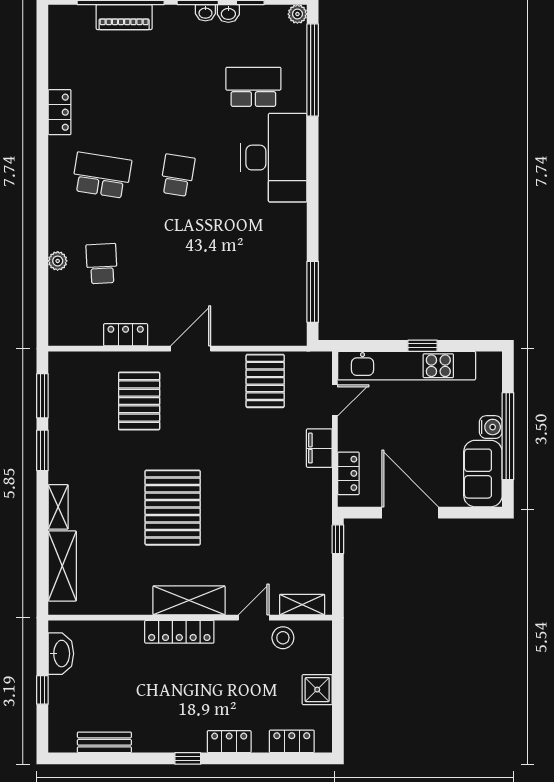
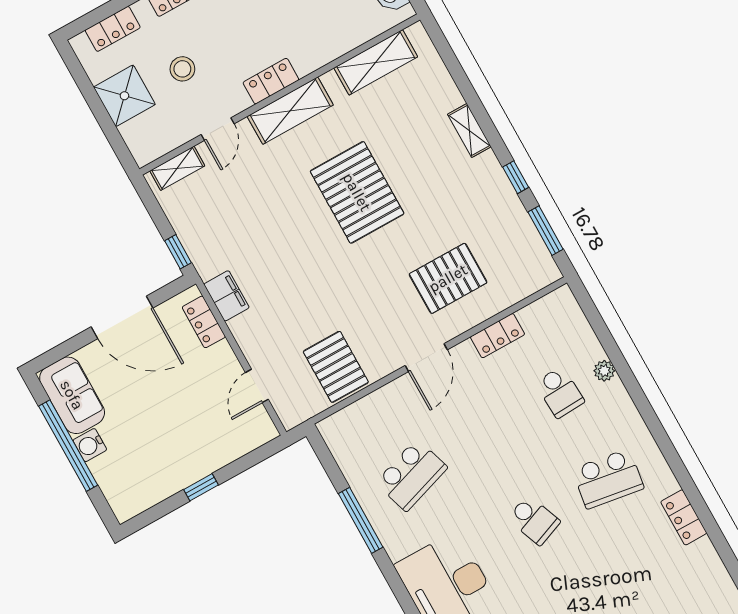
school desk: (178, 175) -> (534, 520), turned -30
school desk: (253, 264) -> (411, 475), added
window: (313, 292) -> (361, 520), moved
kitchen unit: (407, 366) -> (206, 459), removed
pallet: (139, 401) -> (448, 278), turned 90
filing cabinet: (319, 448) -> (227, 296), moved
window: (42, 450) -> (516, 177), width x0.67
shelving: (62, 566) -> (376, 62), moved, turned 90
locker: (179, 632) -> (271, 81), width x0.66
stool: (283, 638) -> (182, 69), moved
shower: (317, 690) -> (124, 96), width x1.36, depth x1.36

